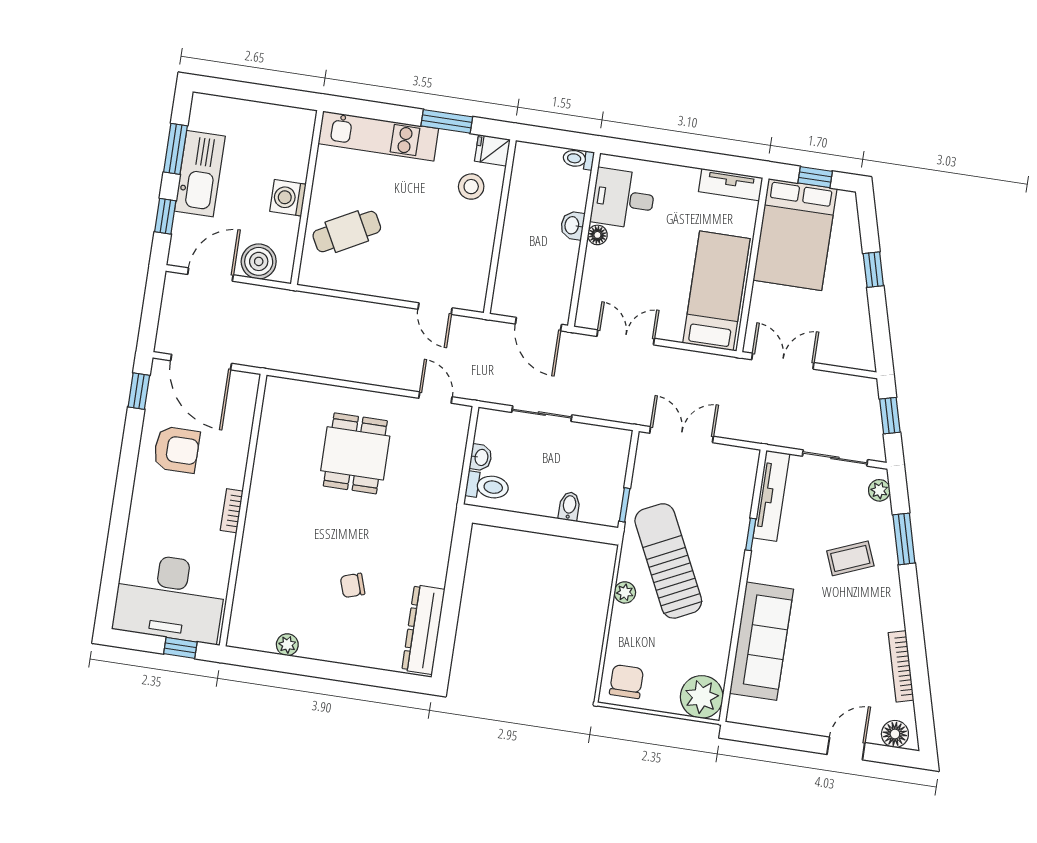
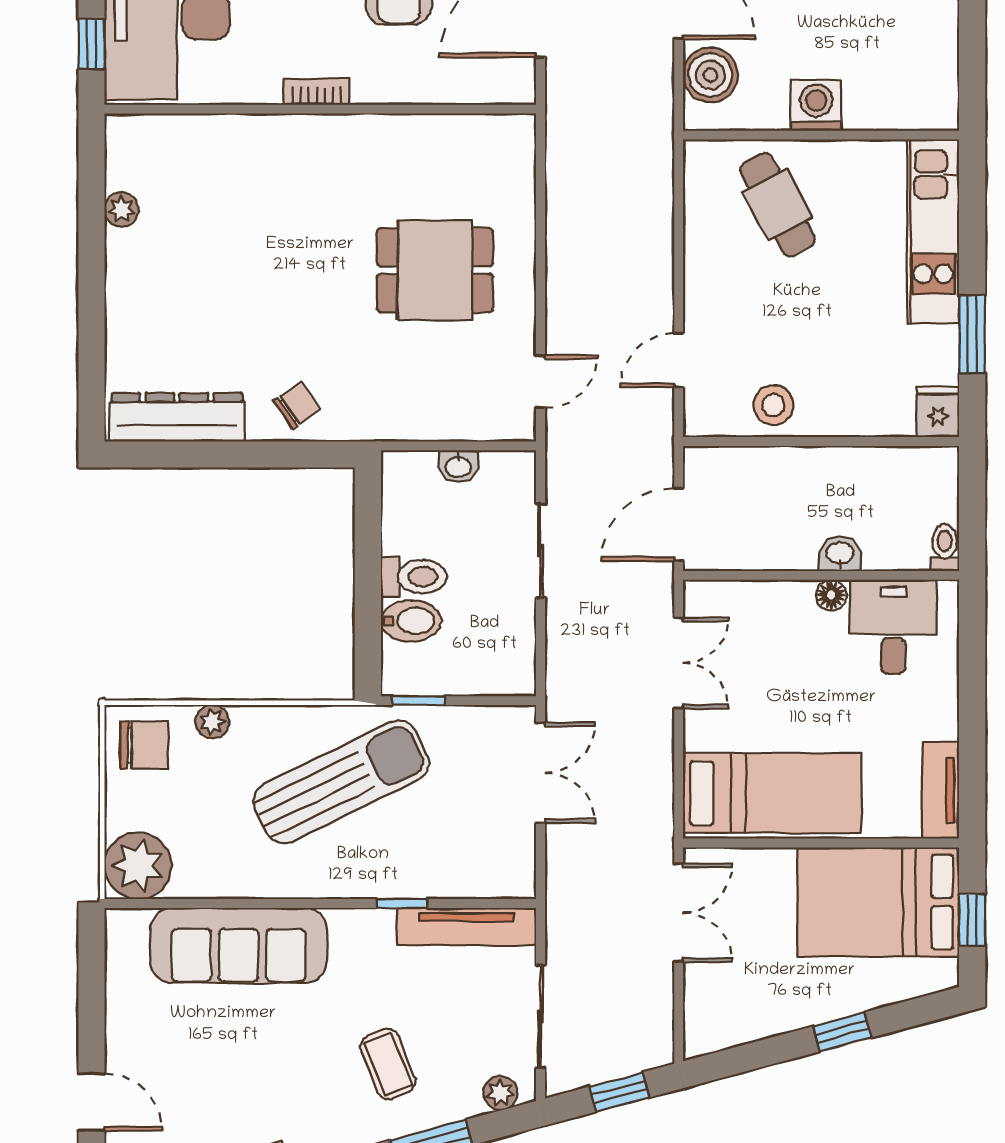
stool: (471, 187) -> (773, 405), moved
toilet: (487, 486) -> (414, 577), moved, turned -90
bidet: (569, 506) -> (411, 621), width x1.38, depth x1.36
chair: (353, 585) -> (297, 405), moved, turned 73
plant: (625, 592) -> (212, 722), moved

